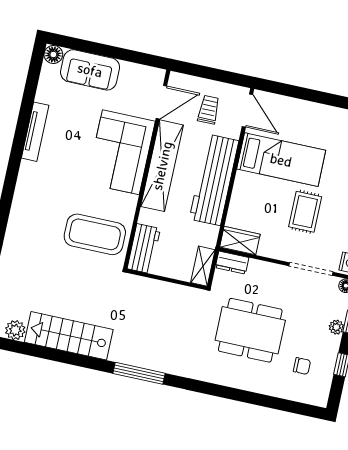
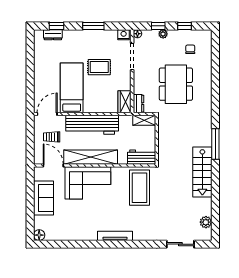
sofa: (90, 70) -> (43, 198), moved
tv unit: (35, 132) -> (115, 236), moved
stairs: (69, 336) -> (202, 172), moved

